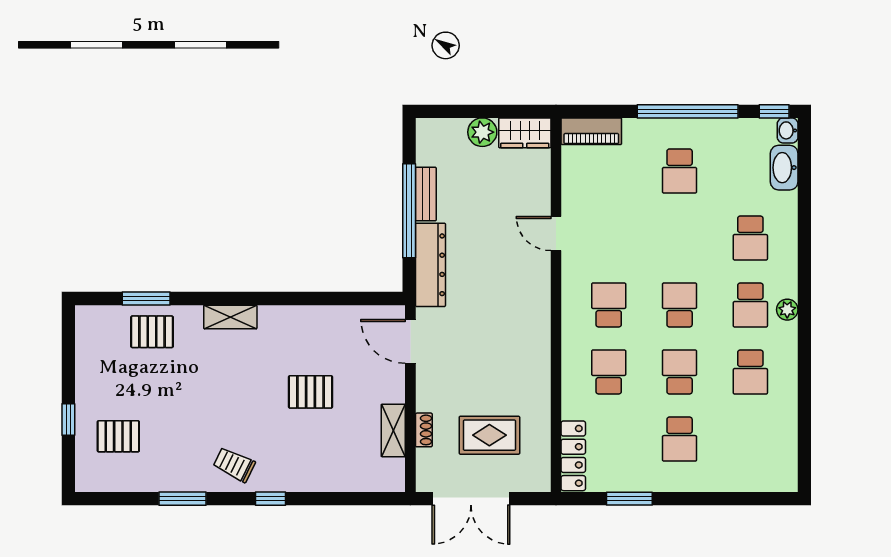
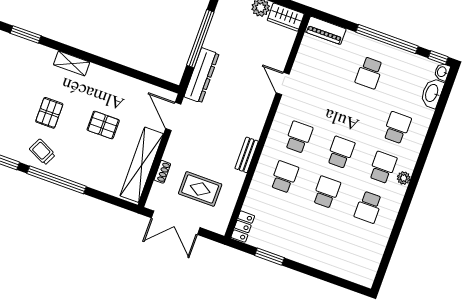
bench: (426, 194) -> (247, 155), moved
school desk: (750, 238) -> (397, 128), turned 180
school desk: (750, 305) -> (383, 167), turned 180
pallet: (152, 332) -> (49, 113), moved, turned 90
shelving: (393, 430) -> (142, 165), width x2.20, depth x1.33
school desk: (680, 439) -> (312, 232), removed
locker: (573, 456) -> (243, 227), width x0.66
window: (270, 499) -> (57, 180), width x3.17

